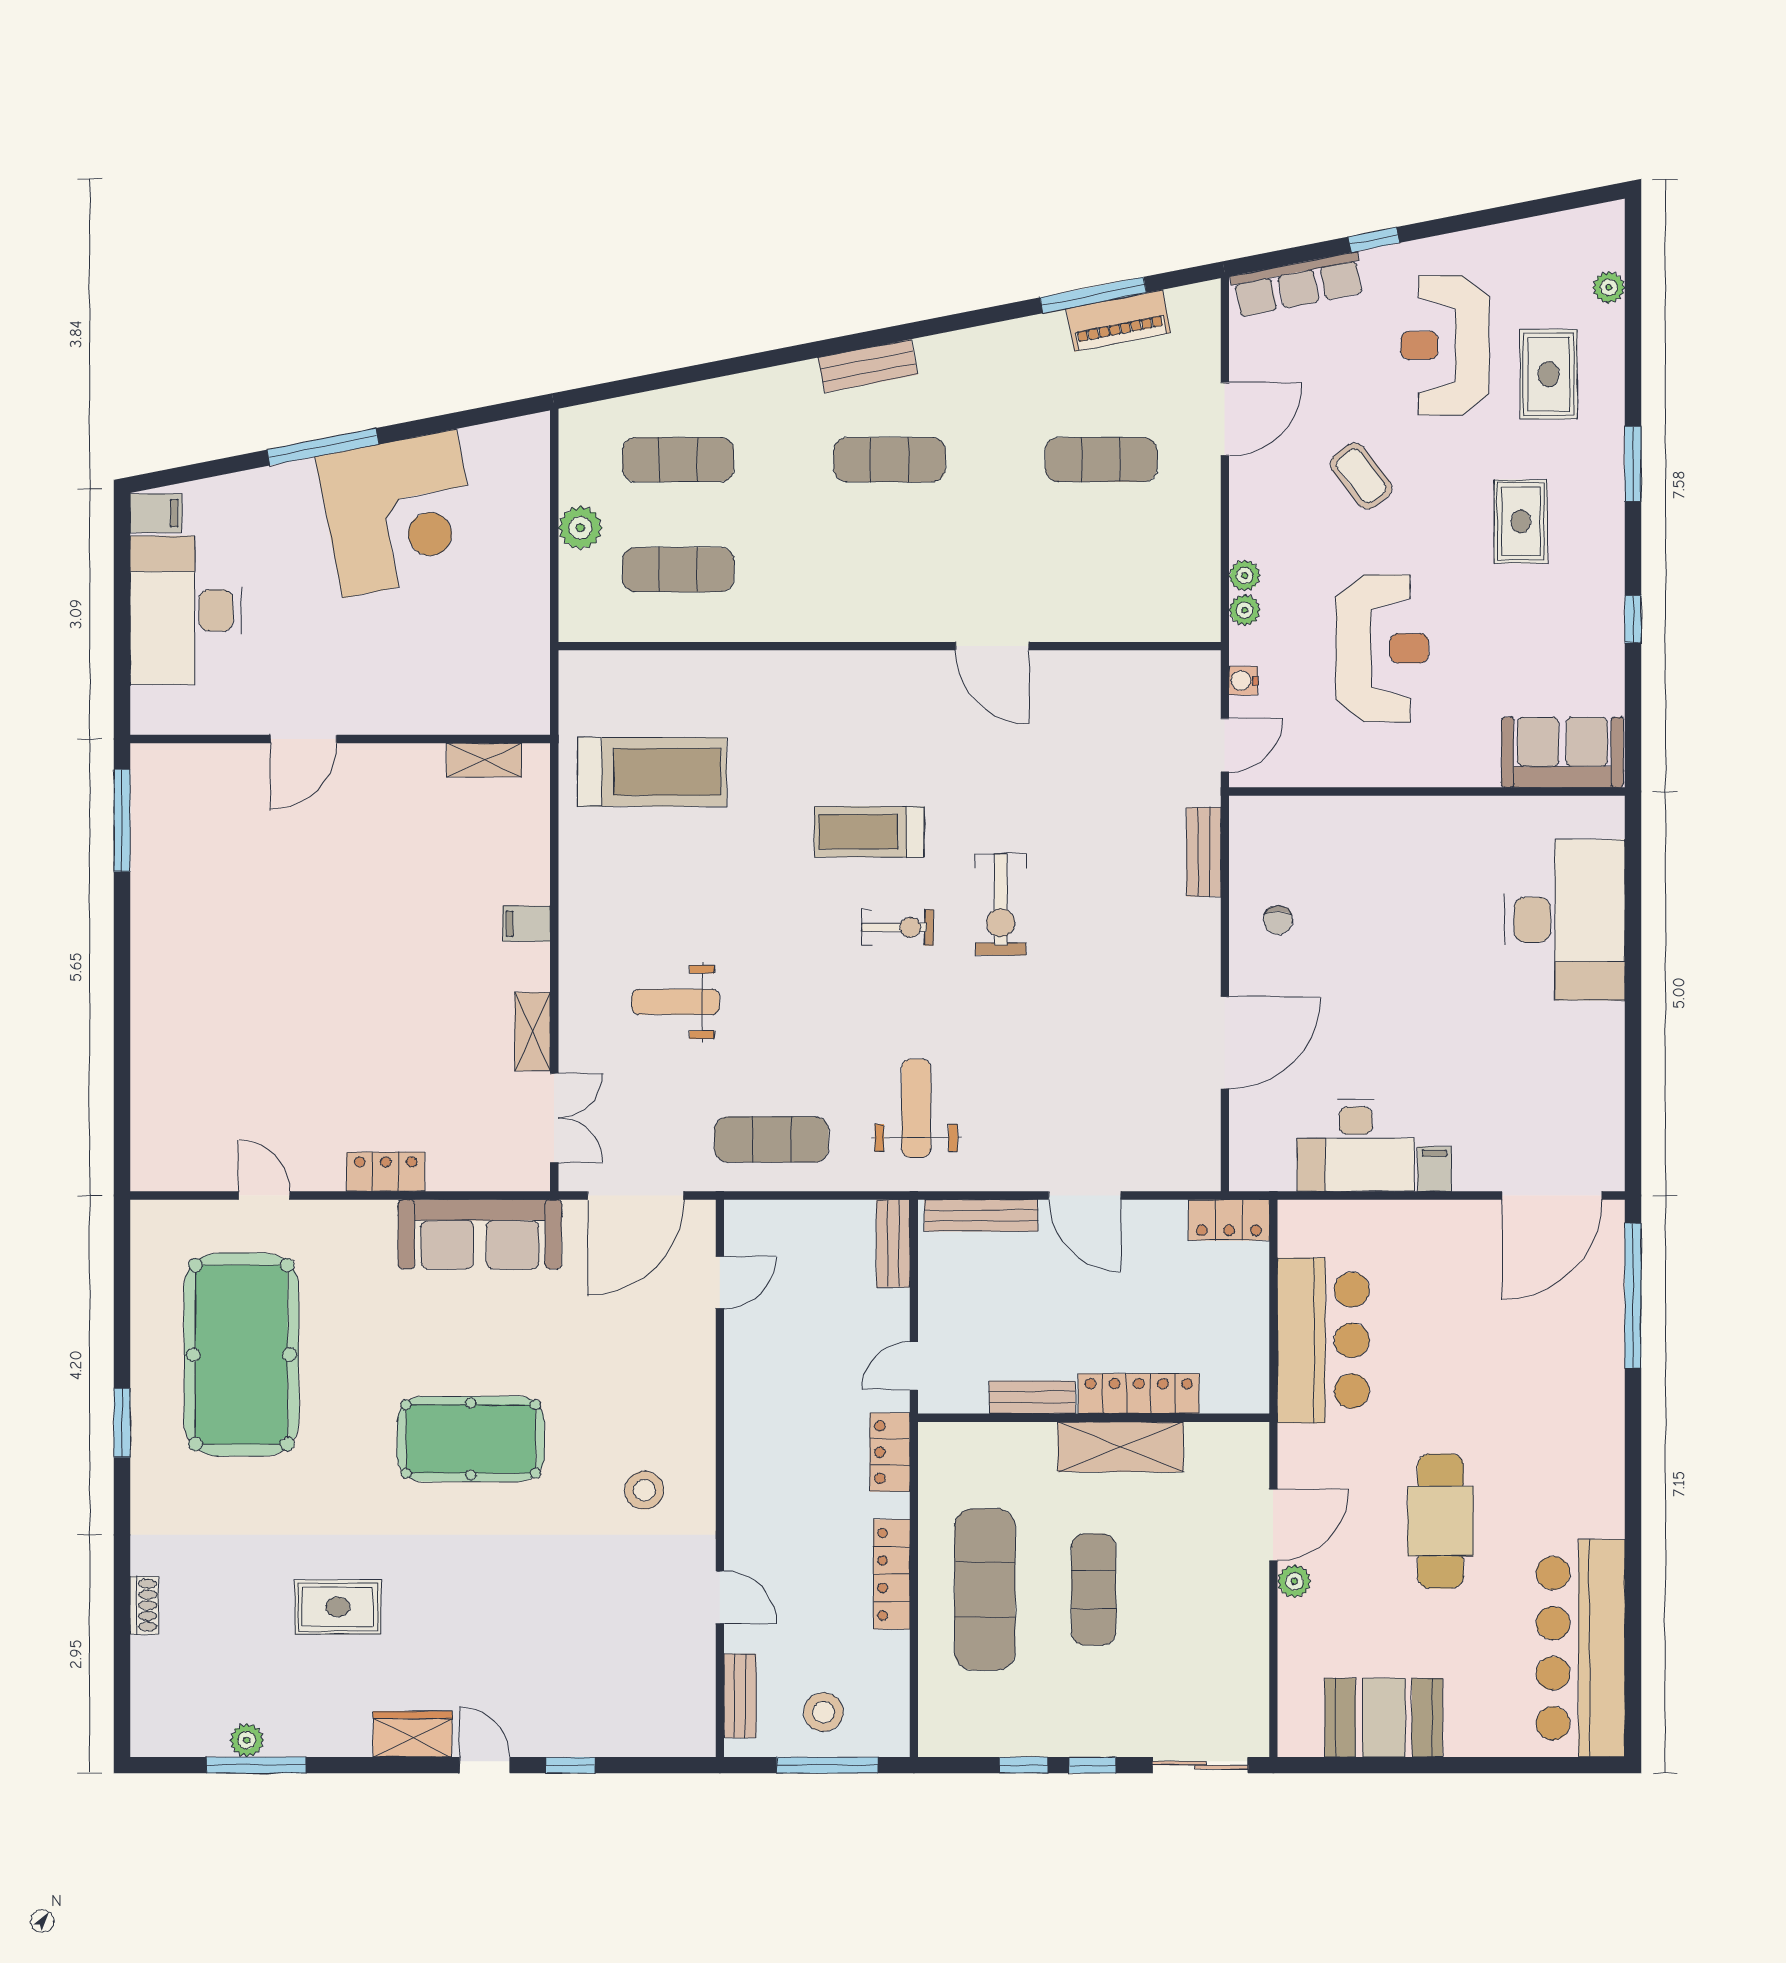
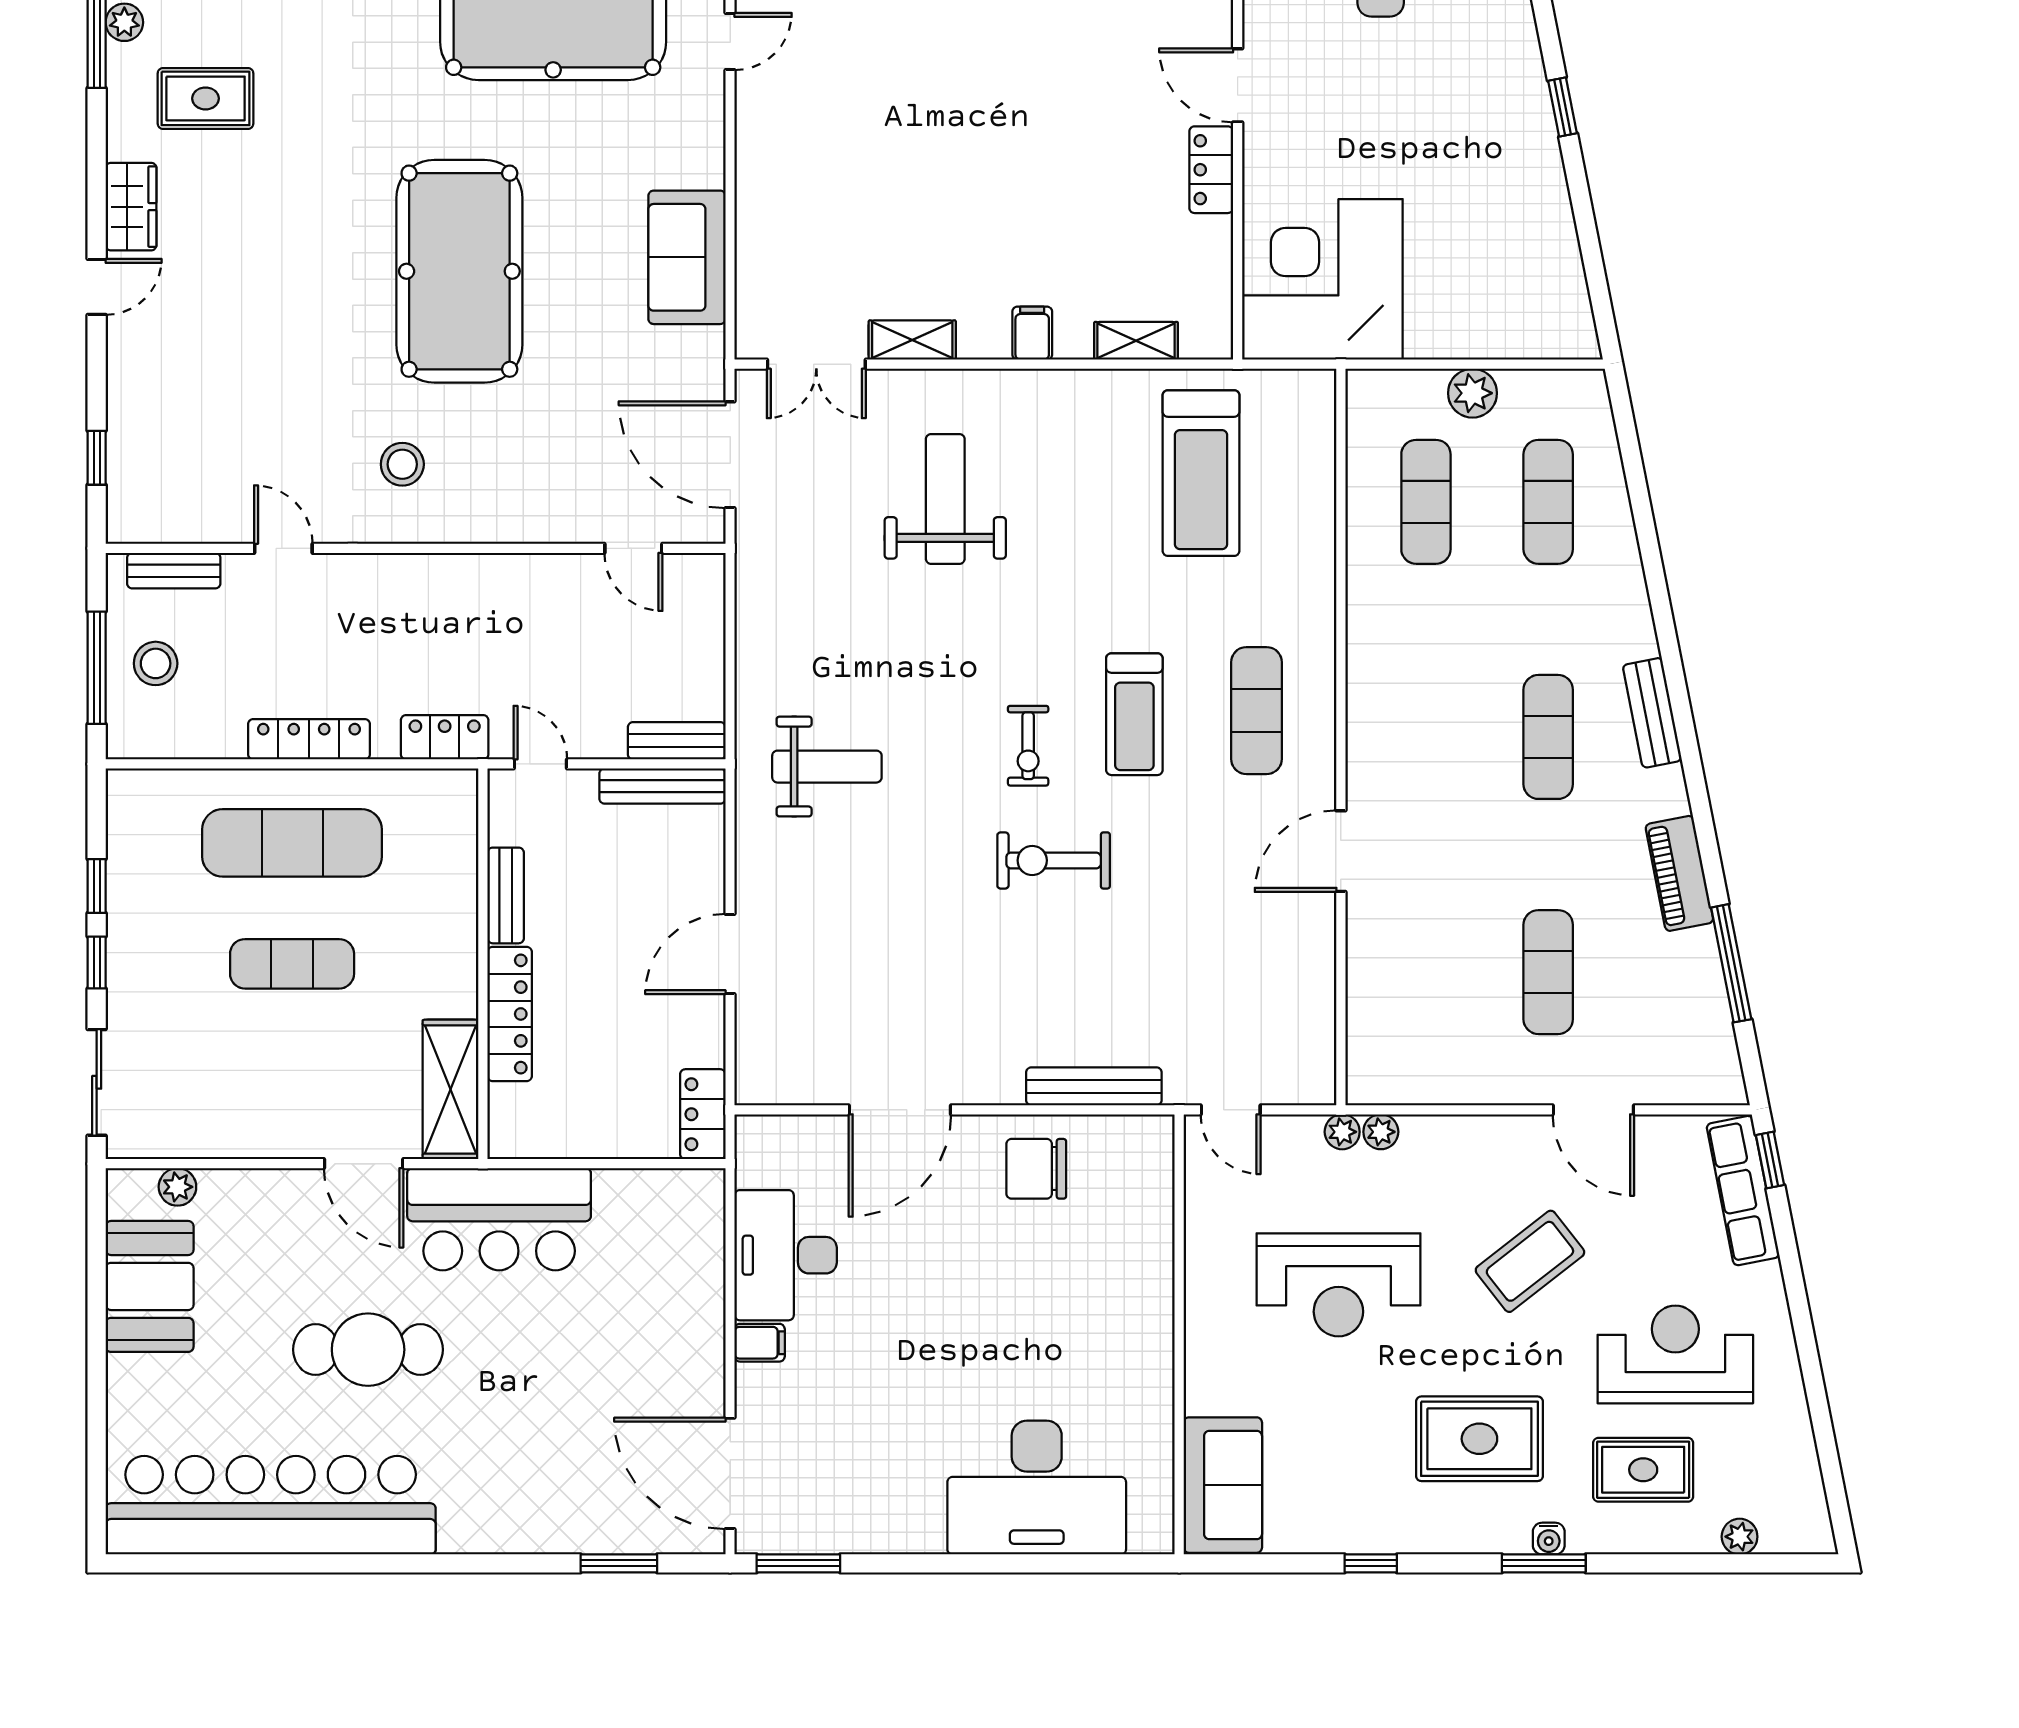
window: (1374, 240) -> (1770, 1160), moved
piano: (1118, 321) -> (1679, 873), moved
window: (323, 447) -> (1562, 107), width x0.46
coffee table: (1361, 476) -> (1530, 1261), width x1.36, depth x1.30
corner desk: (399, 514) -> (1322, 279), moved, turned 101
rug: (1521, 521) -> (1479, 1439), width x1.36, depth x1.43
plant: (1245, 576) -> (1342, 1132), moved
water cooler: (1243, 681) -> (1549, 1539), moved, turned 180
shelving: (484, 760) -> (1136, 341), moved, turned 90
treadmill: (869, 832) -> (1134, 714), turned 180
bench: (1204, 852) -> (1094, 1086), width x1.36
chair: (1278, 920) -> (1036, 1169), width x1.87, depth x1.87
weight bench: (676, 1002) -> (945, 499), width x1.36, depth x1.33
door: (1225, 1043) -> (900, 1110), hinge flipped
window: (1633, 1134) -> (798, 1563), added
exercise mat: (772, 1139) -> (1256, 711), moved
locker: (386, 1172) -> (1211, 170), moved, turned 180
bench: (981, 1215) -> (662, 786), moved, turned 90
sofa: (480, 1234) -> (687, 257), width x0.73
window: (1633, 1295) -> (619, 1563), width x0.47
bar counter: (1323, 1340) -> (499, 1219), moved
pool table: (471, 1439) -> (459, 271), width x1.36, depth x1.32
shelving: (1121, 1447) -> (451, 1089), moved
plant: (1294, 1581) -> (177, 1187), moved
door: (720, 1597) -> (283, 548), swing flipped
rug: (338, 1607) -> (205, 98), moved, turned 90
bar counter: (1581, 1648) -> (271, 1505), width x1.36
window: (570, 1765) -> (97, 458), moved

